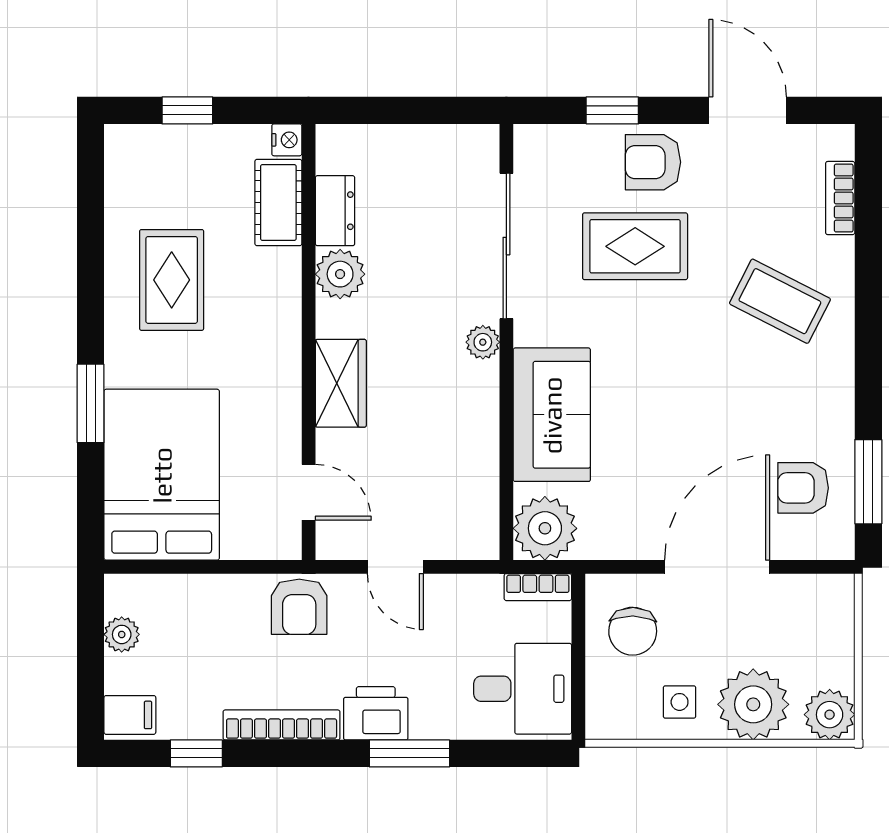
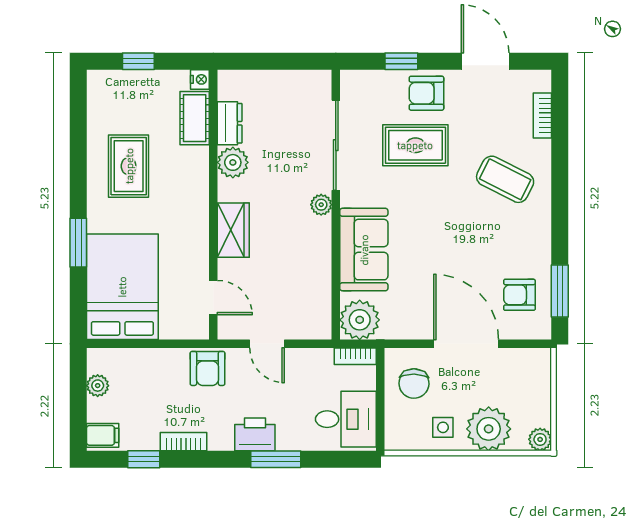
door: (717, 567) -> (466, 344), hinge flipped
plant: (830, 715) -> (540, 439), width x0.73, depth x0.73
bookcase: (282, 725) -> (184, 442), width x0.64

